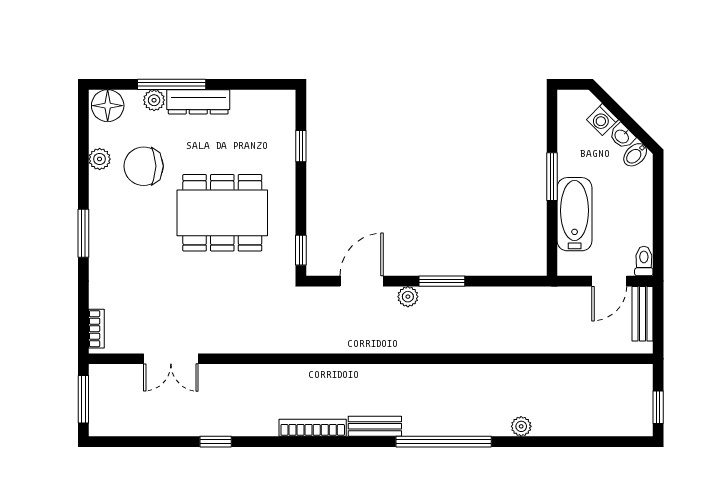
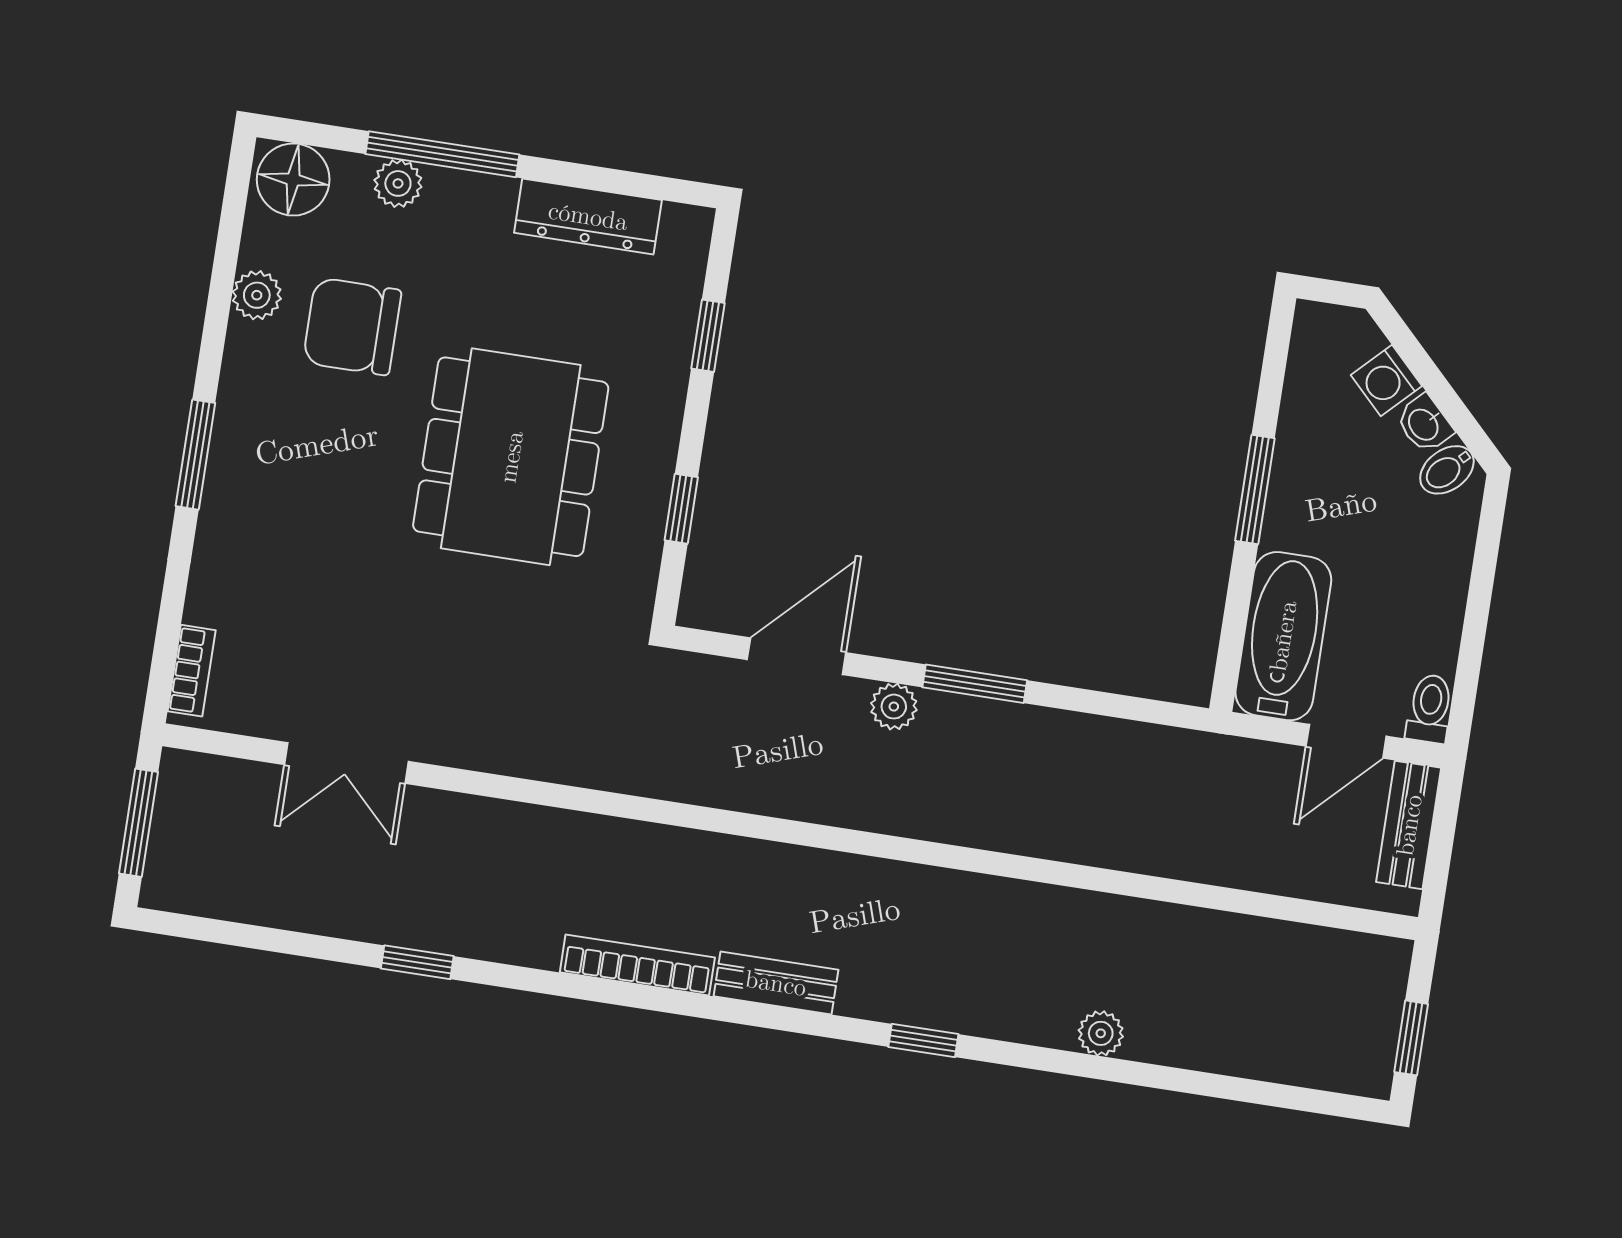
dresser: (198, 102) -> (588, 216), moved
dining table: (222, 213) -> (511, 457), turned 90
bathtub: (575, 214) -> (1283, 636), moved
window: (301, 250) -> (681, 509), moved
window: (444, 442) -> (923, 1041), width x0.32

